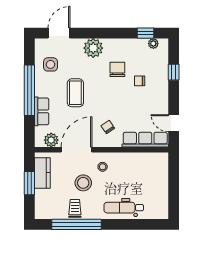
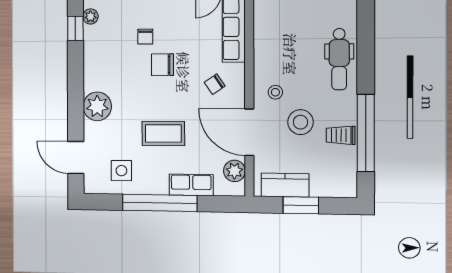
chair: (117, 69) -> (163, 65), moved

